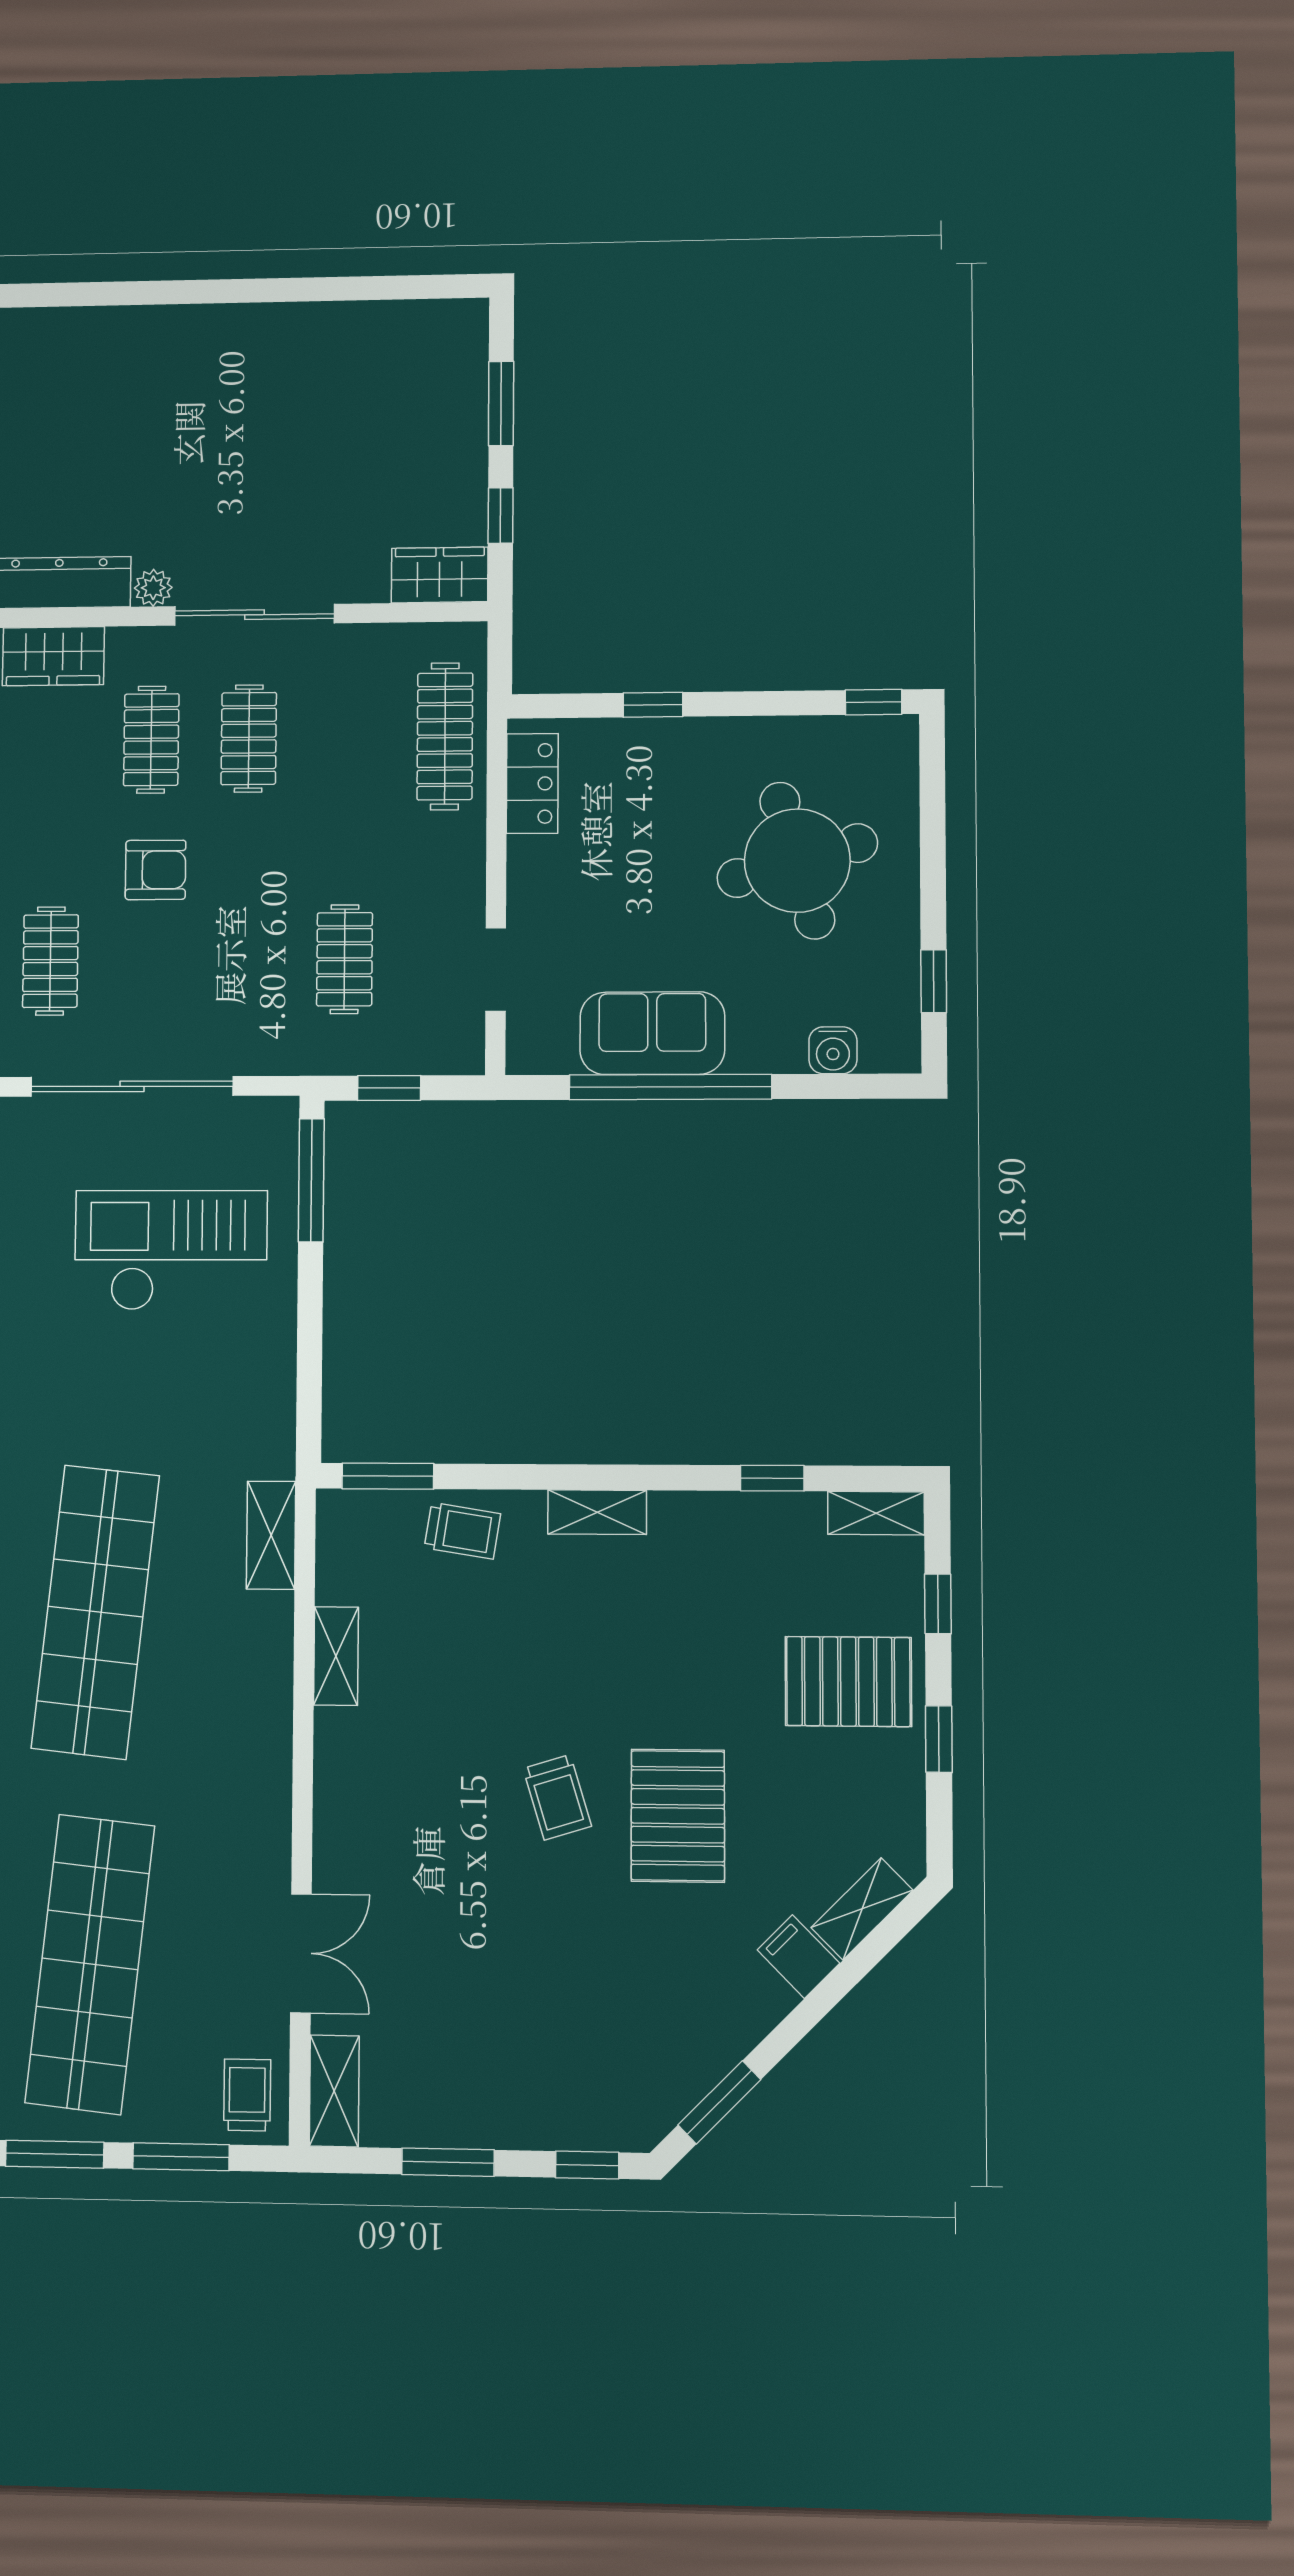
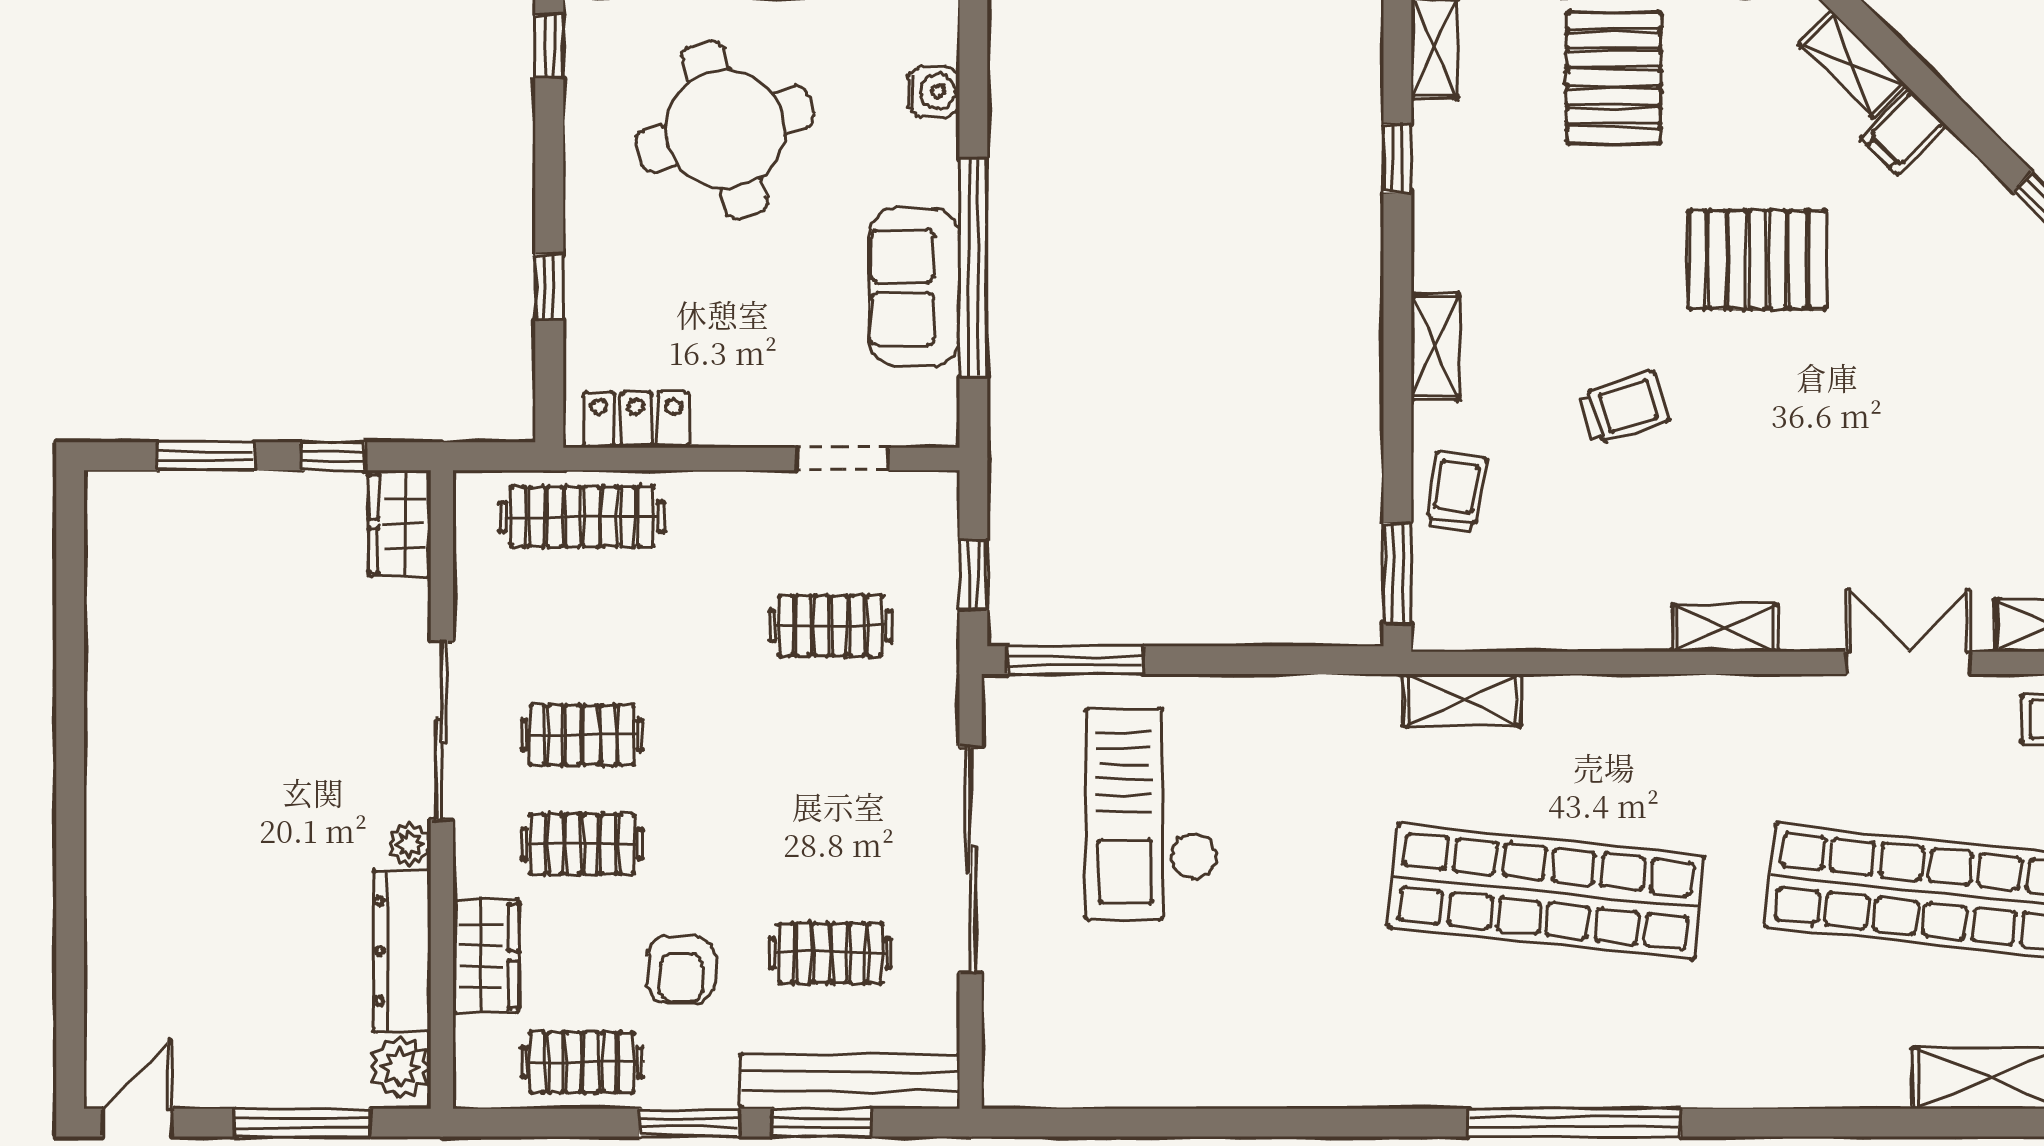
armchair: (156, 870) -> (681, 970), moved, turned 180
shelving: (336, 1656) -> (1725, 628), moved
trolley: (557, 1797) -> (1623, 407), moved

